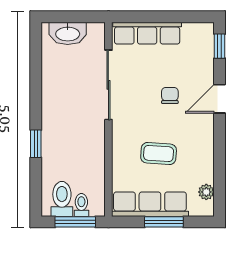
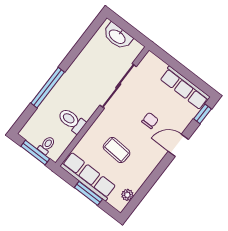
row of seats: (147, 33) -> (185, 88), moved
window: (36, 144) -> (48, 88), width x2.17
toilet: (62, 199) -> (72, 121), moved, turned -90

